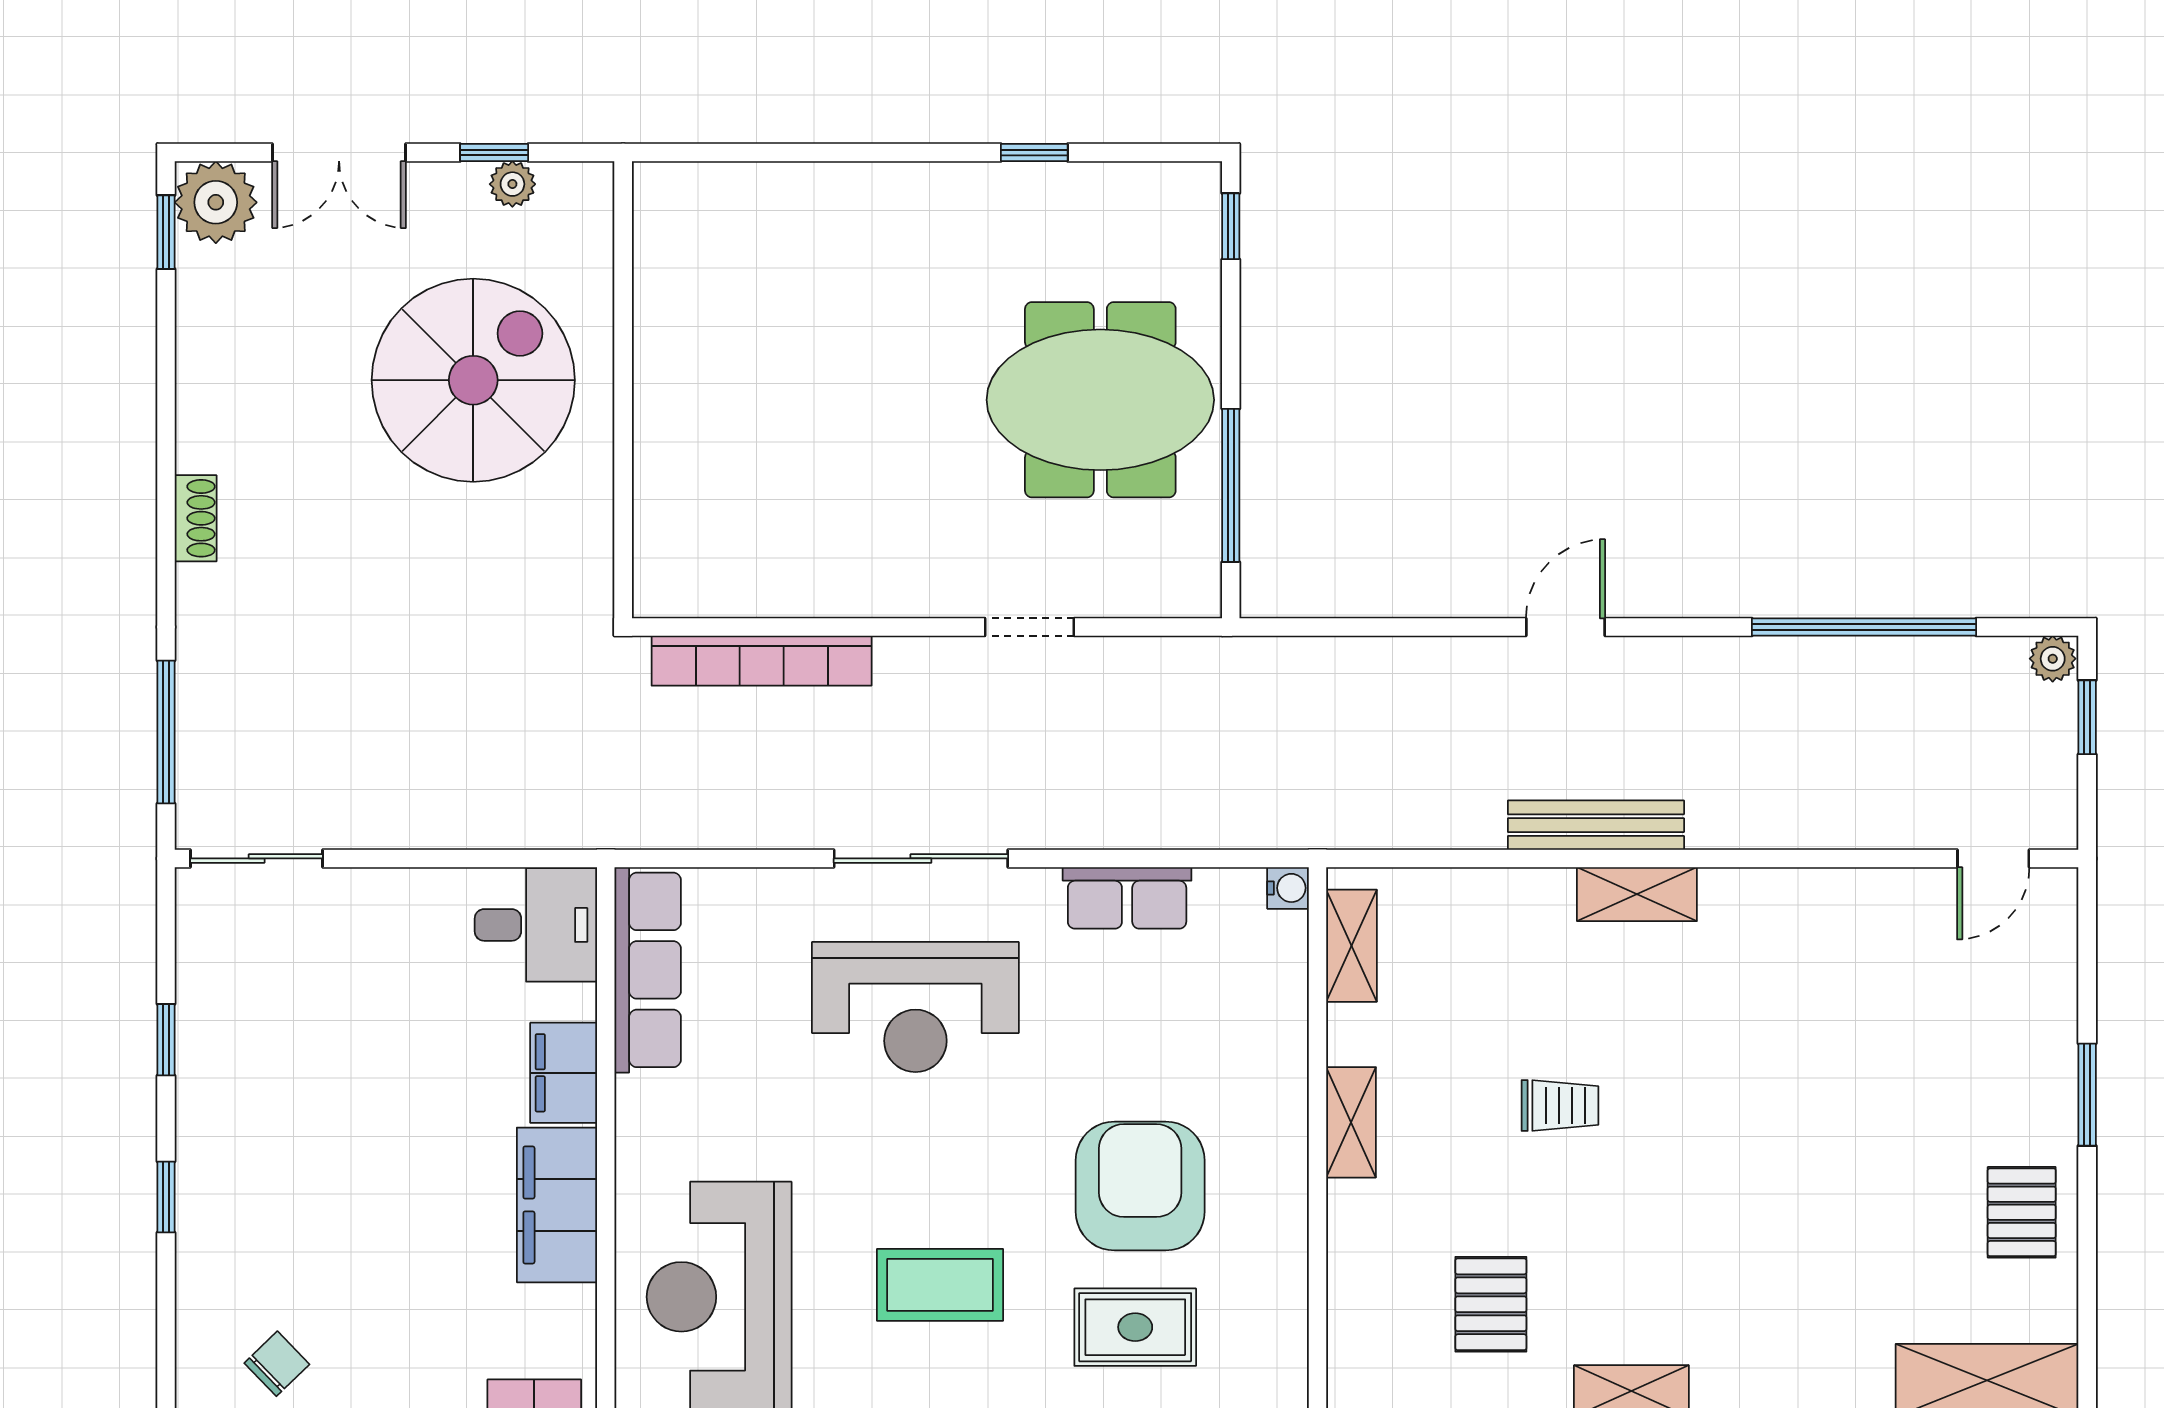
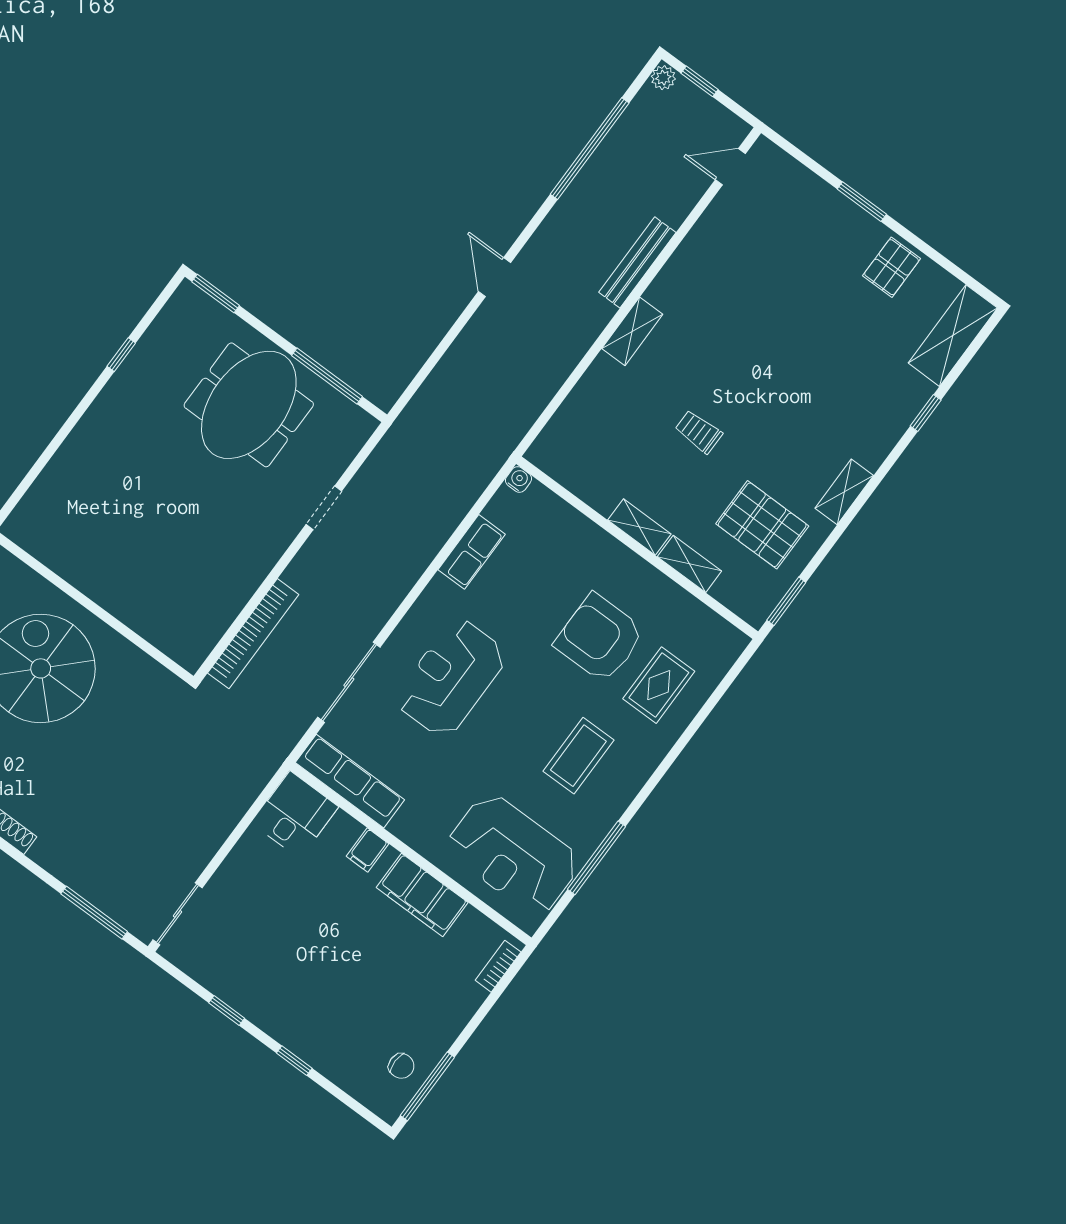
window: (1231, 226) -> (216, 294), width x1.50
bench: (1596, 825) -> (637, 262), moved
sliding door: (921, 858) -> (349, 682), moved
door: (1993, 858) -> (730, 167), swing flipped
shelving: (1351, 946) -> (689, 564), moved
reception desk: (915, 1007) -> (451, 678), turned 180
filing cabinet: (564, 1073) -> (367, 850), width x0.50
trolley: (1560, 1105) -> (699, 432), turned -90
pallet: (2022, 1212) -> (892, 267), turned 90
pallet: (1491, 1304) -> (762, 525), width x1.50, depth x1.42
chair: (277, 1364) -> (401, 1066), turned 134

